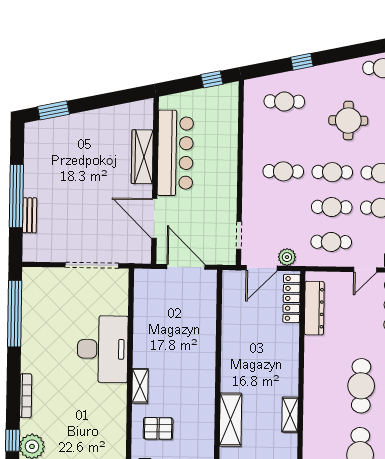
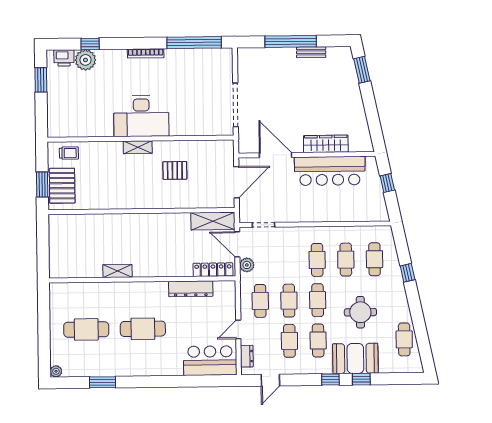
window: (212, 79) -> (387, 183), moved
cafe table: (284, 136) -> (346, 260), added
bench: (30, 215) -> (311, 52), moved
door: (154, 218) -> (276, 155), hinge flipped
door: (365, 270) -> (238, 329), hinge flipped
dresser: (314, 308) -> (191, 289), moved
desk: (103, 349) -> (141, 116), moved
bookcase: (26, 396) -> (146, 53), moved
shelving: (231, 420) -> (213, 221), moved
pallet: (158, 428) -> (175, 170), moved, turned 90

